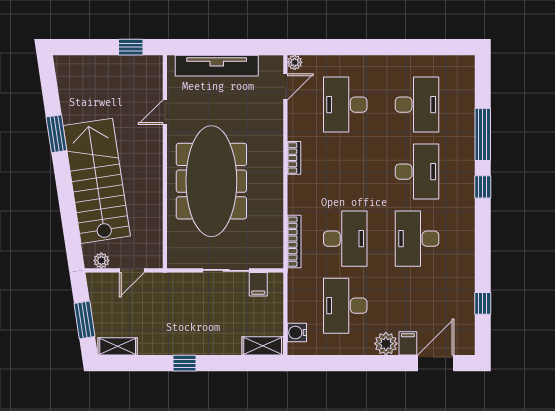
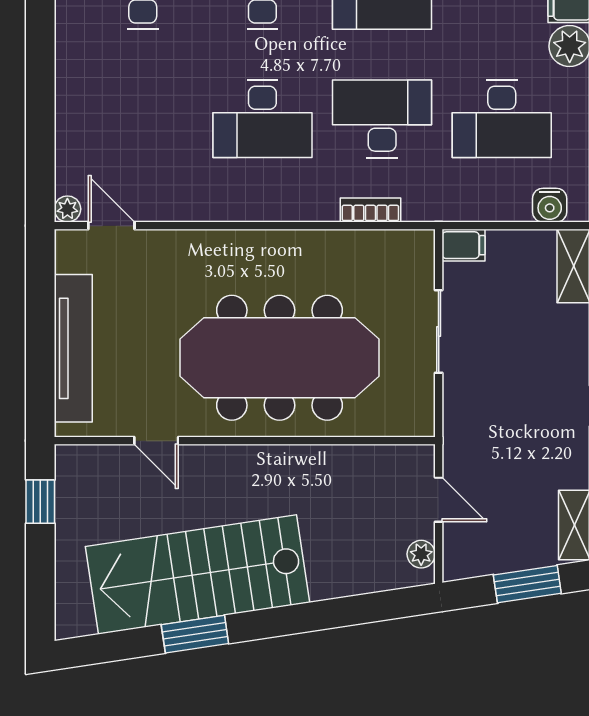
desk: (345, 105) -> (262, 119), moved
bookcase: (294, 158) -> (238, 210), removed
stairs: (97, 181) -> (197, 575), moved
bookcase: (294, 242) -> (370, 210), width x0.64
filing cabinet: (258, 284) -> (463, 245), moved

